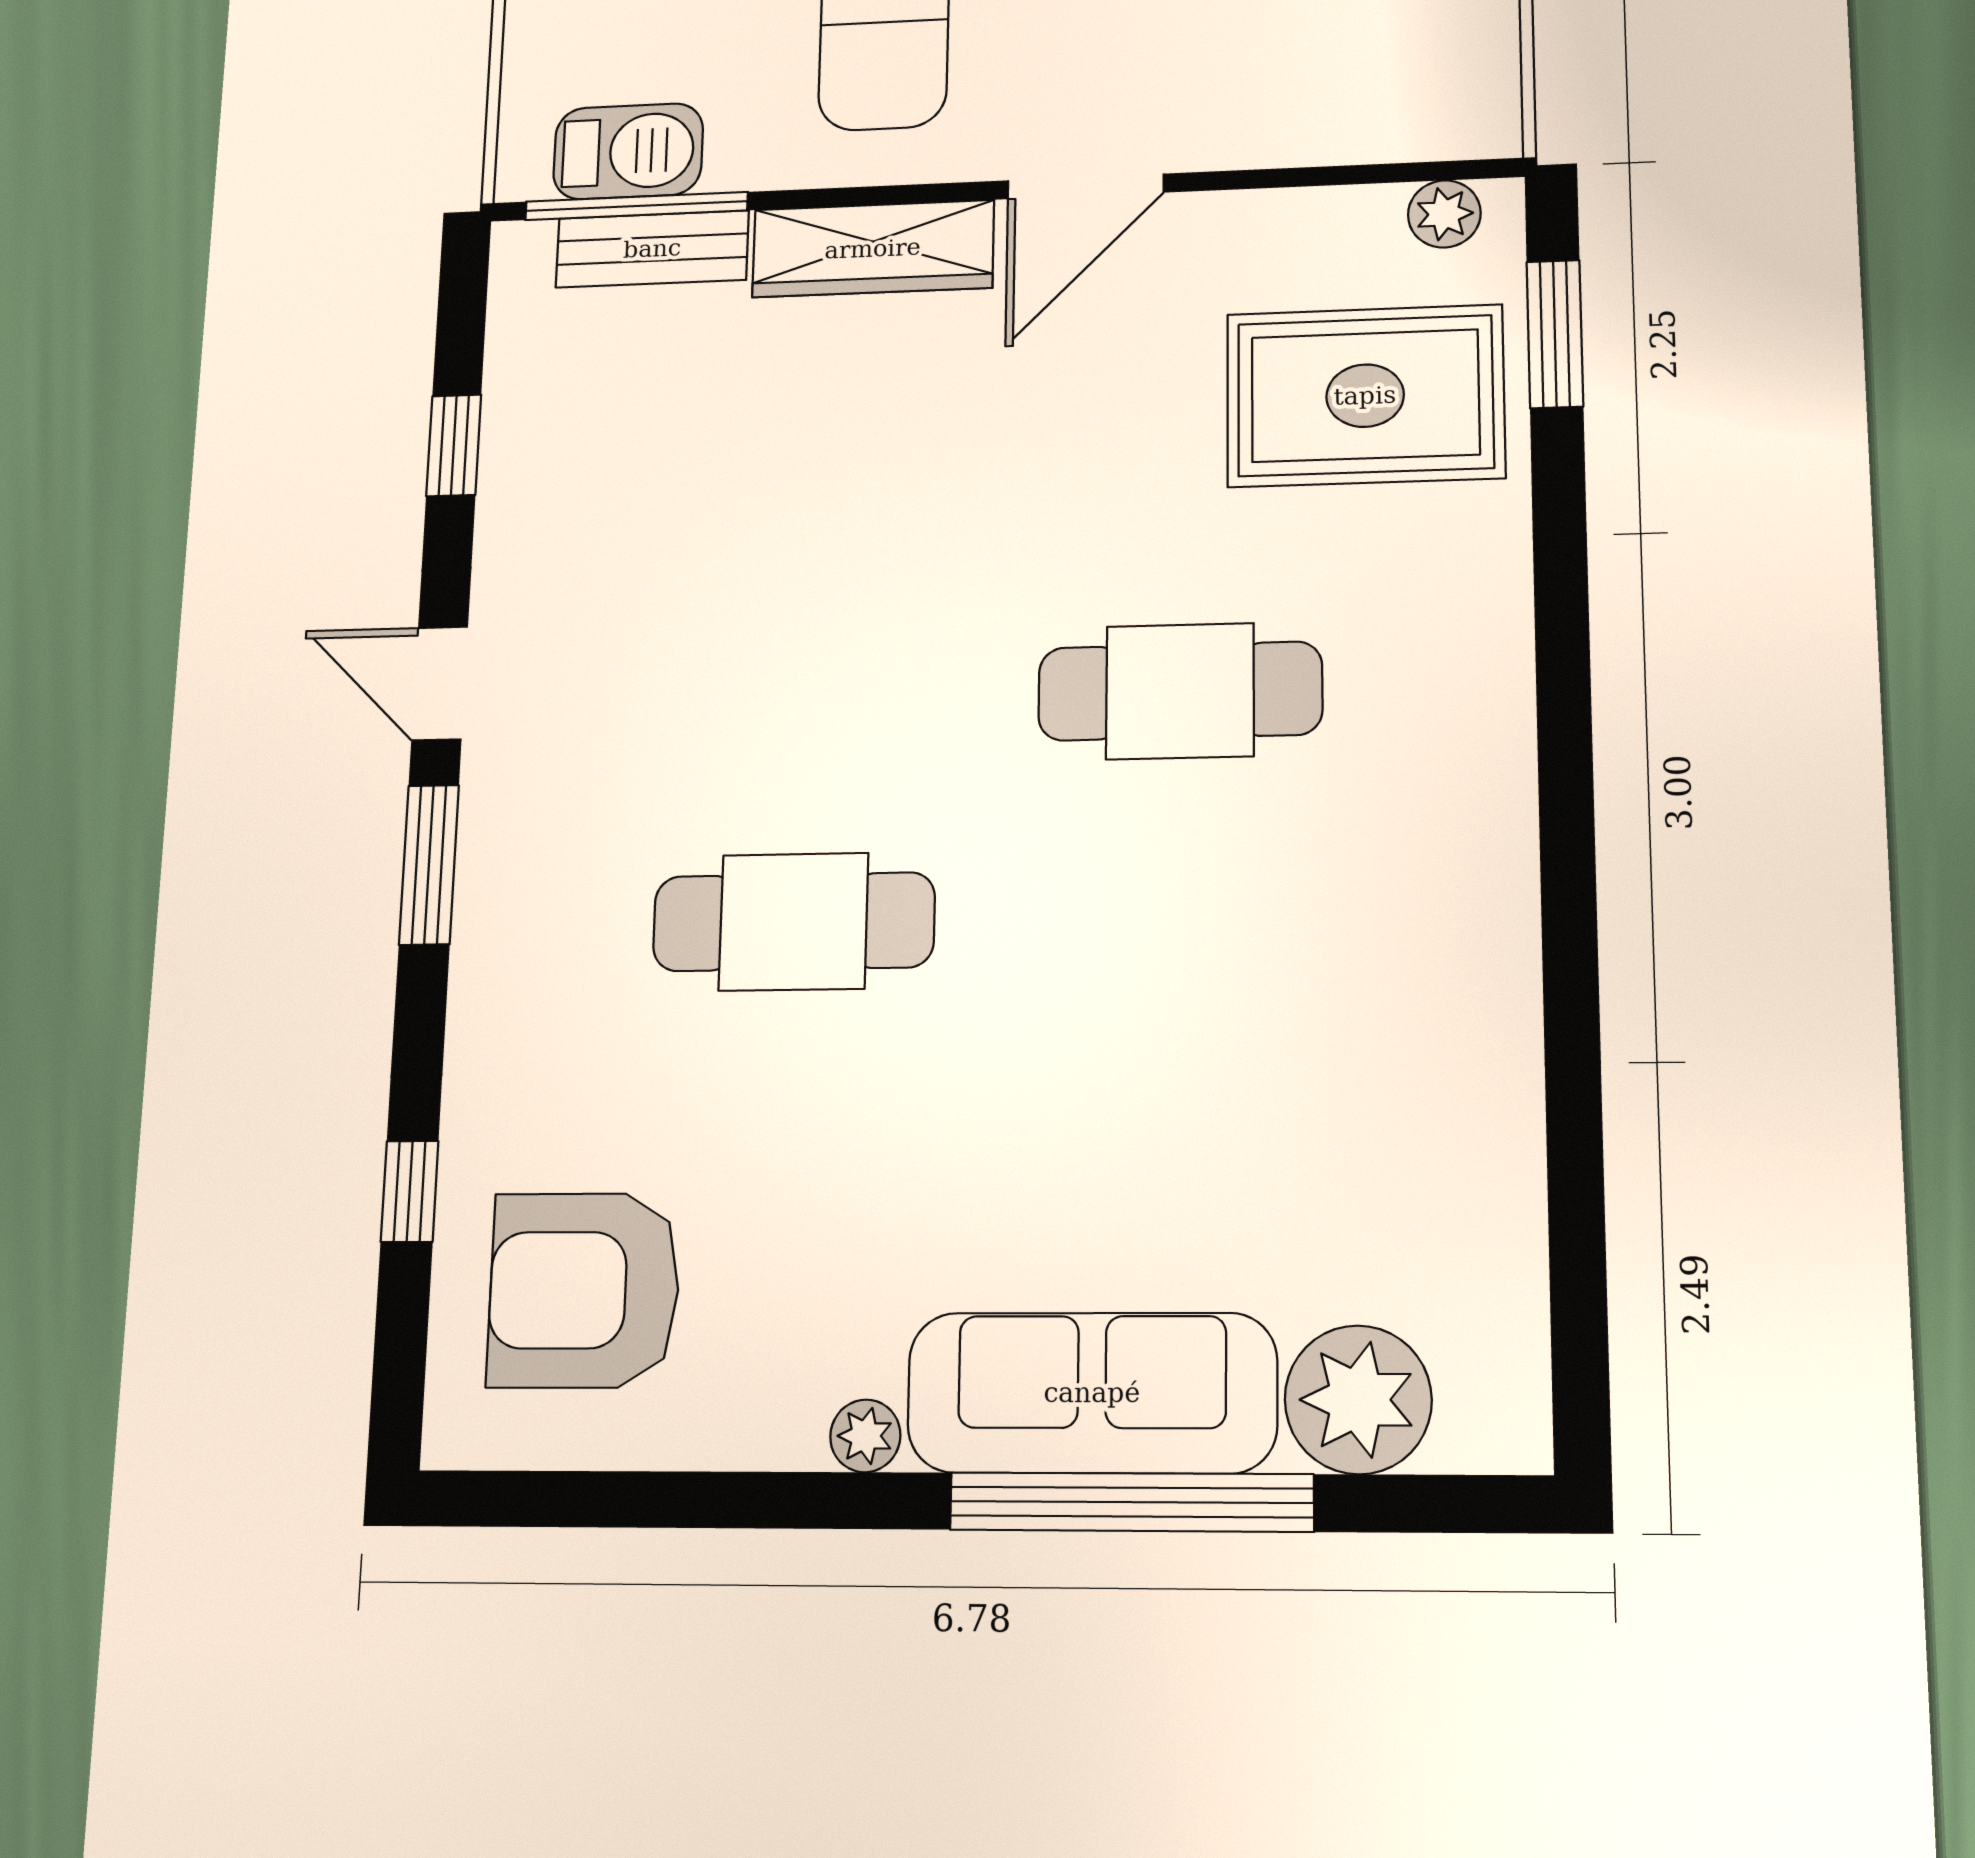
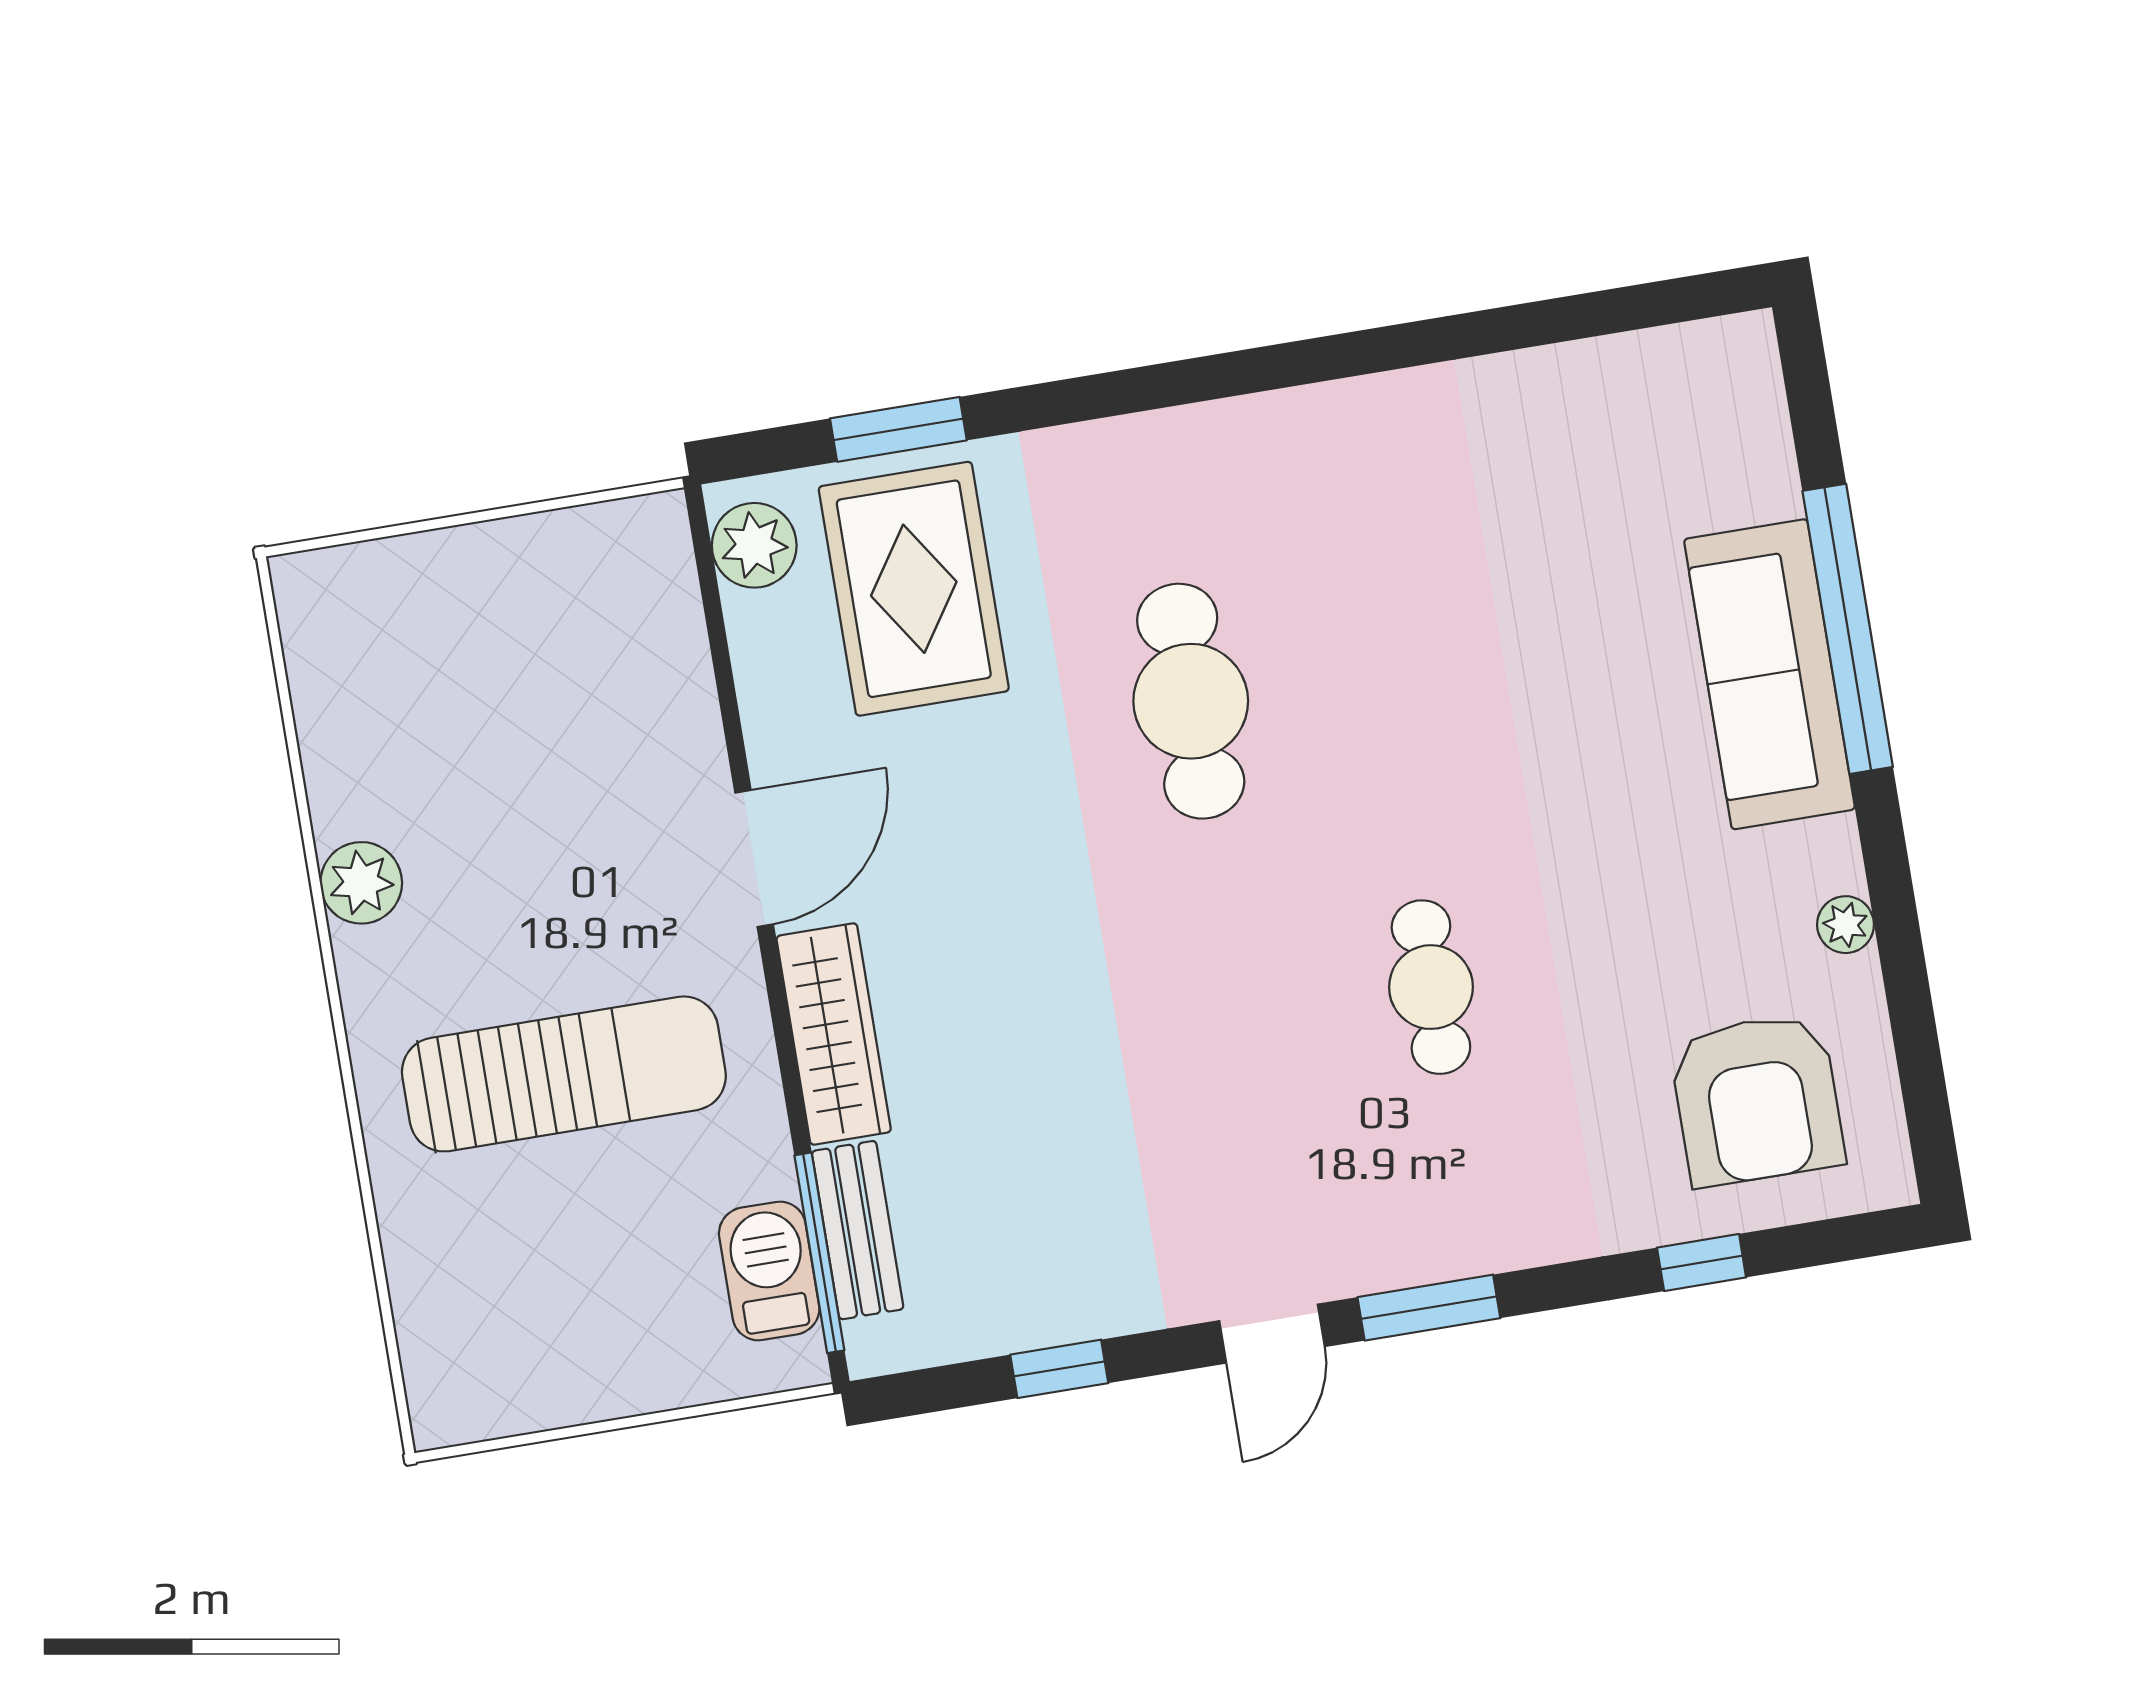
door: (1086, 186) -> (754, 858), hinge flipped
plant: (1444, 214) -> (754, 545), width x1.38, depth x1.38
window: (1555, 334) -> (898, 429), moved
cafe table: (794, 922) -> (1431, 987), width x0.73, depth x0.74
plant: (1358, 1400) -> (1740, 466), removed
plant: (865, 1436) -> (1845, 925), moved

